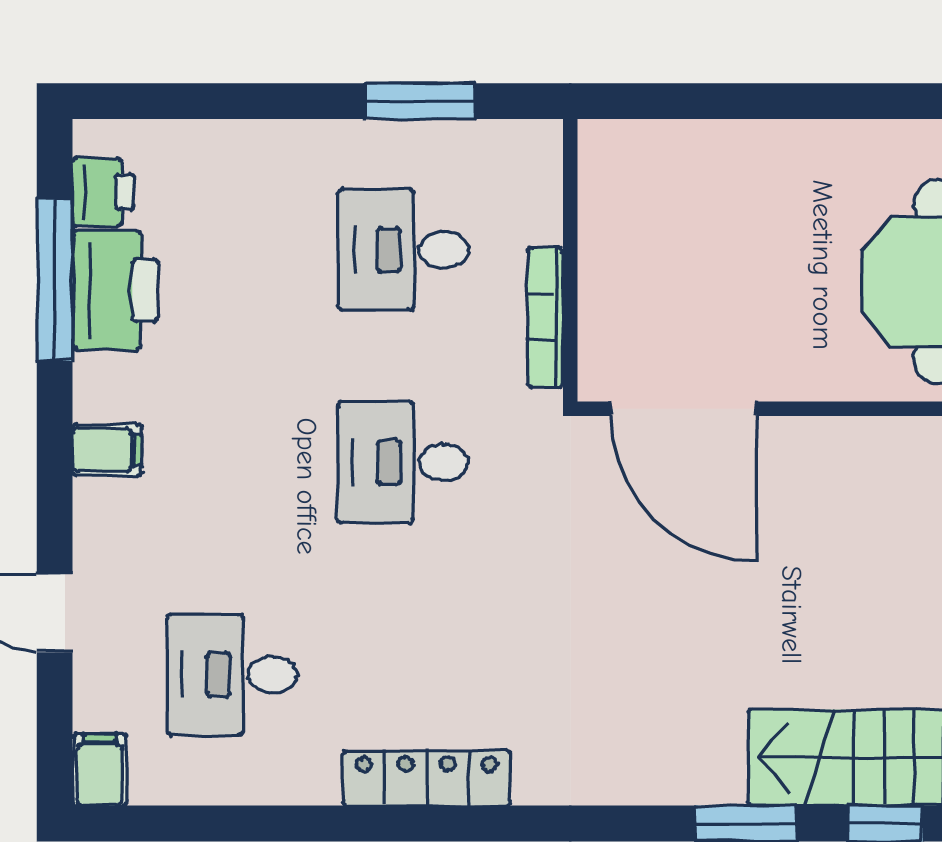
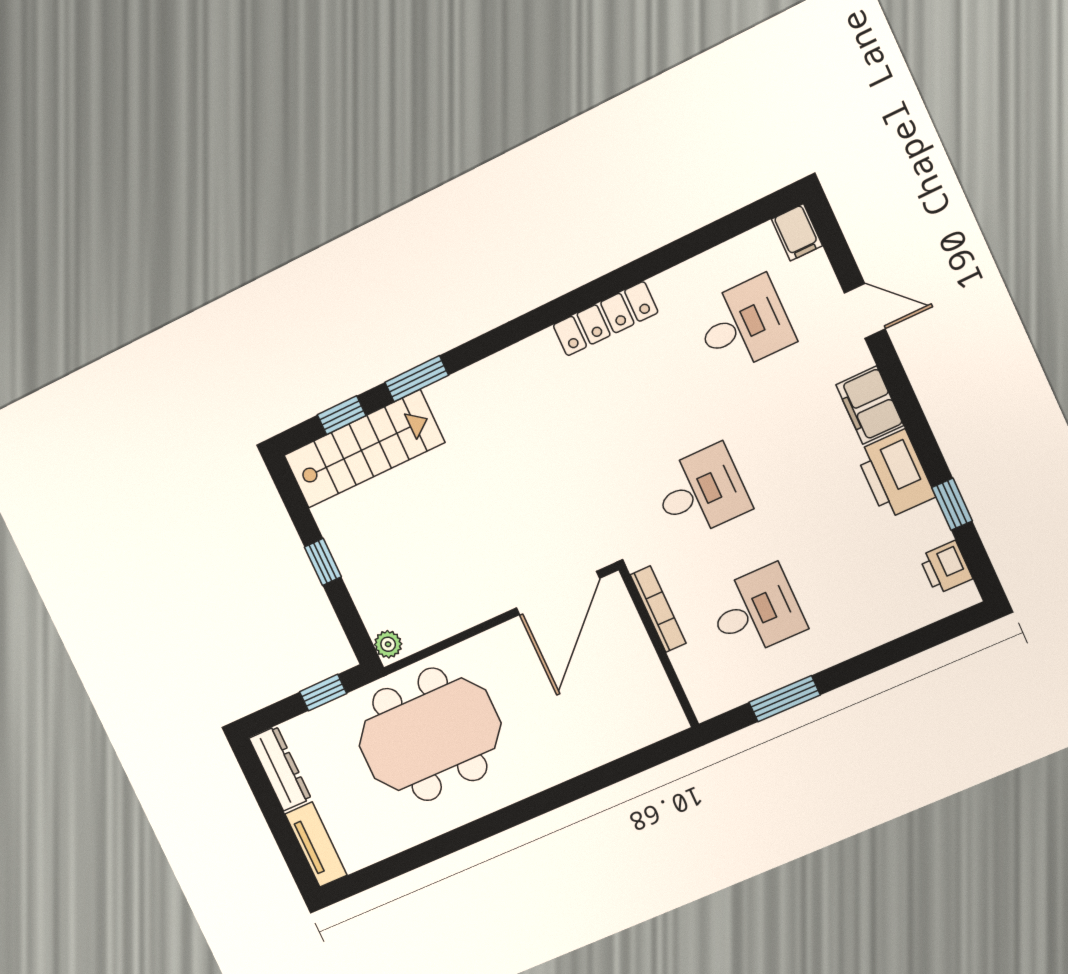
window: (55, 280) -> (952, 504), width x0.46
printer: (115, 290) -> (895, 474), moved
door: (684, 409) -> (558, 593), swing flipped
filing cabinet: (107, 450) -> (870, 405), width x2.00

